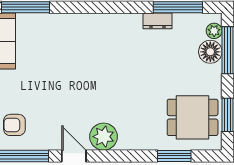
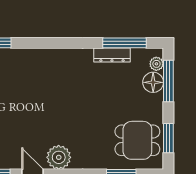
dresser: (157, 21) -> (112, 55), width x1.44

